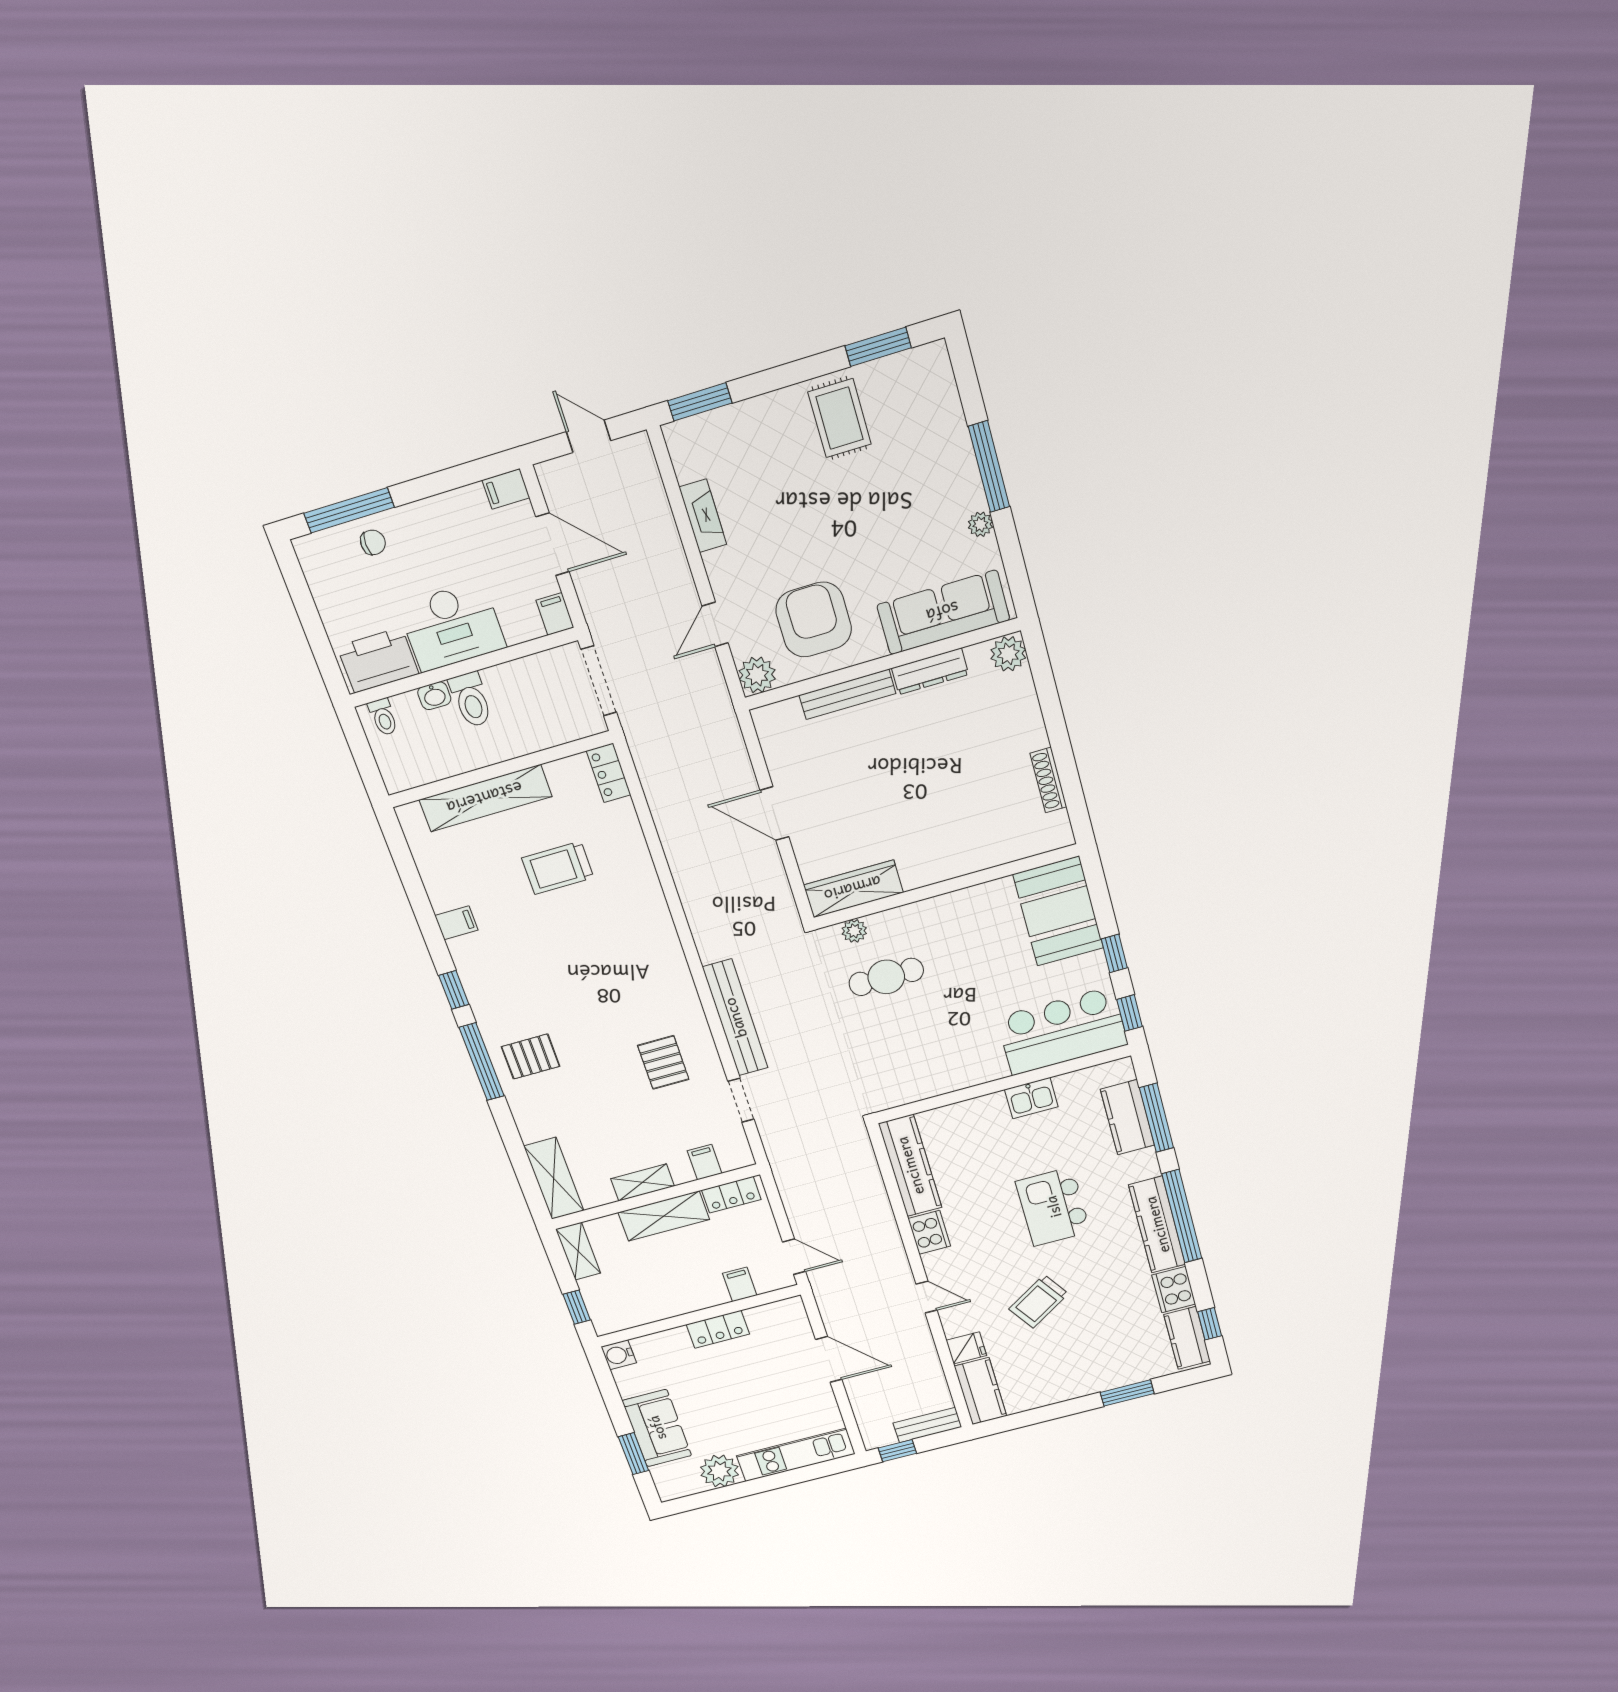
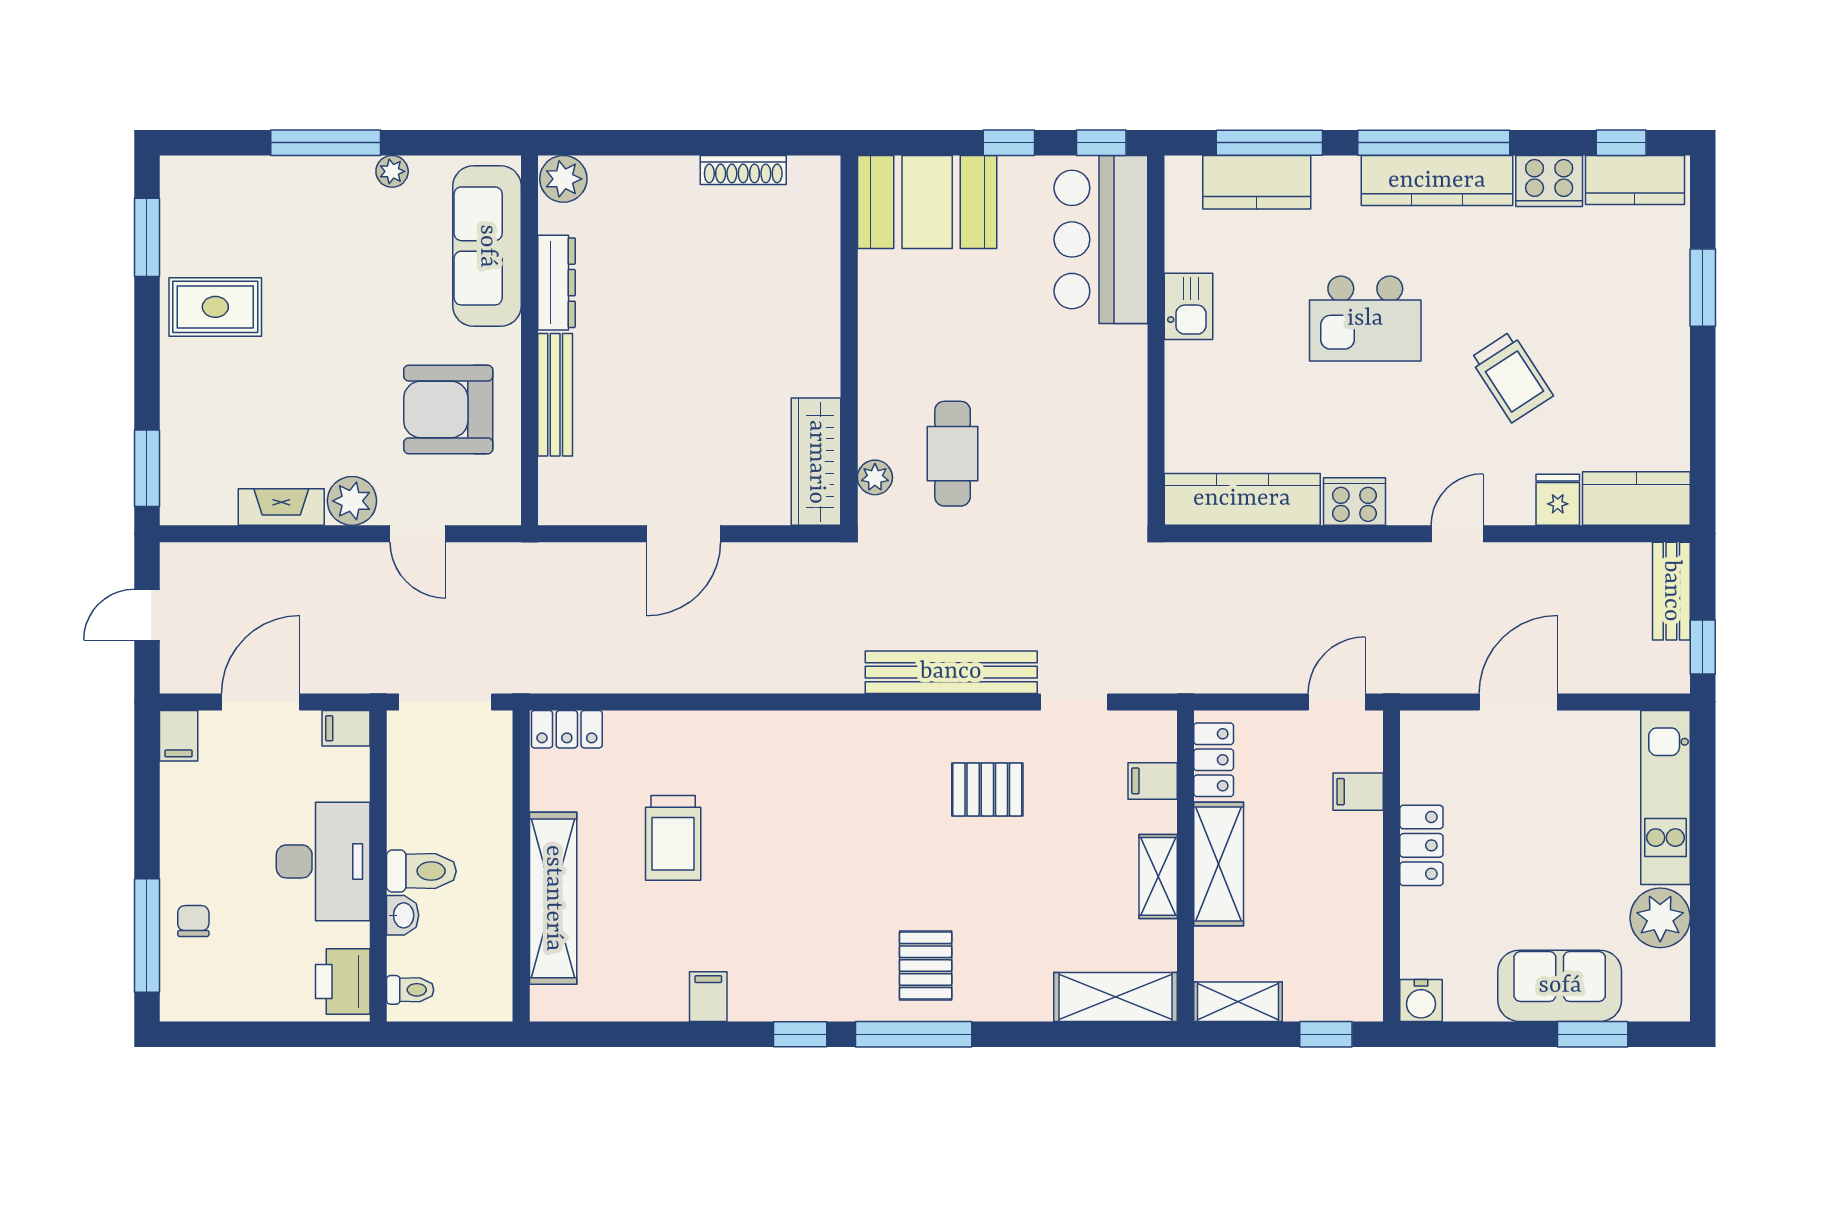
printer: (378, 660) -> (343, 982), width x0.73, depth x0.84
plant: (757, 675) -> (352, 501), moved

